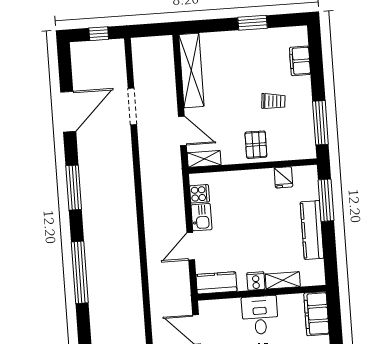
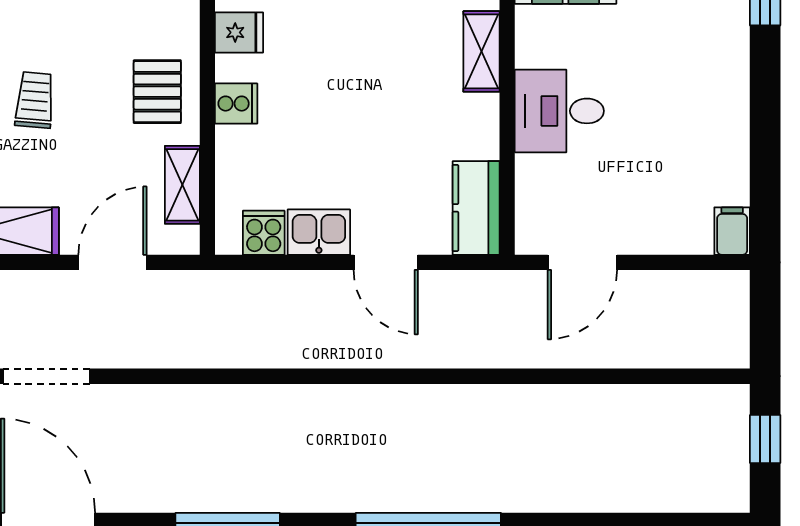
trolley: (273, 101) -> (35, 100), moved
pallet: (256, 145) -> (157, 92), turned 90
shelving: (204, 159) -> (182, 185), moved
cooker: (256, 281) -> (236, 104), moved, turned 180

